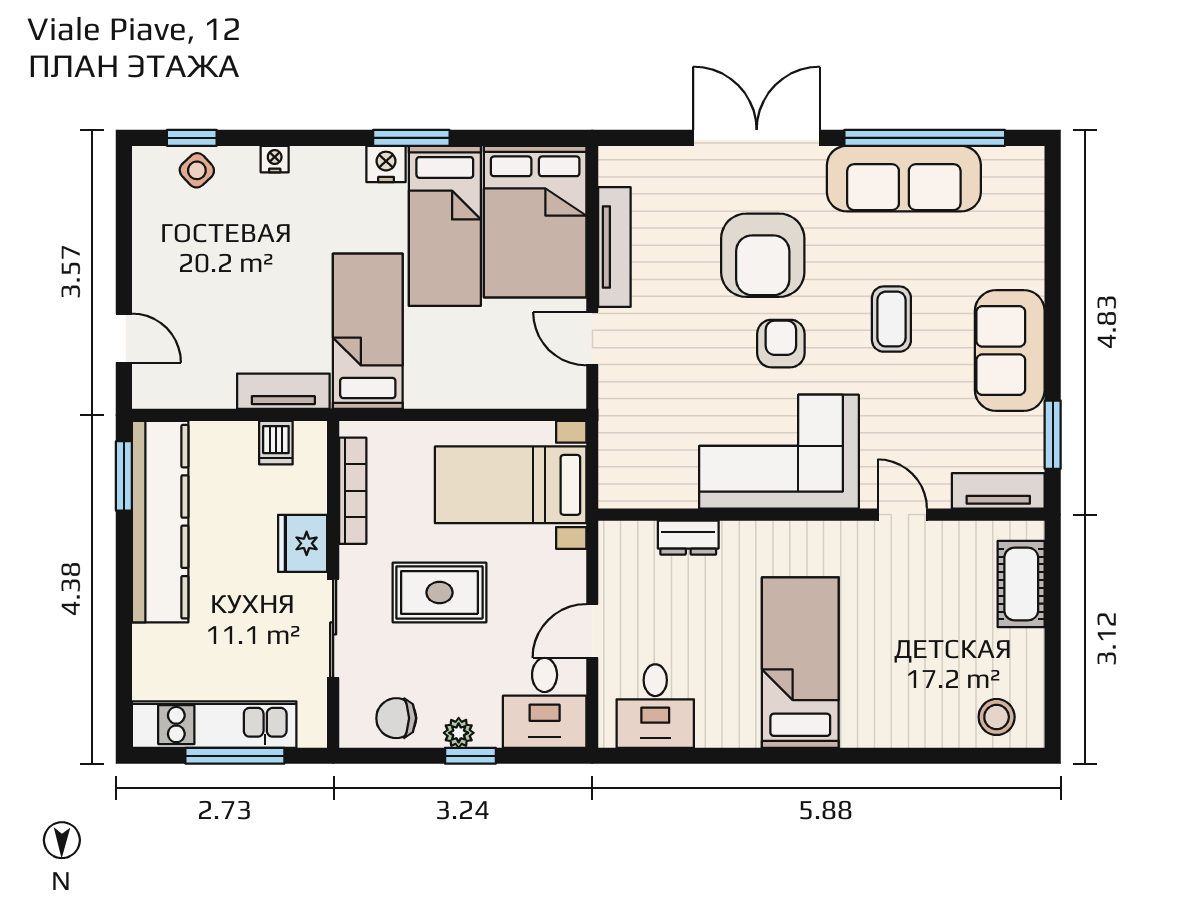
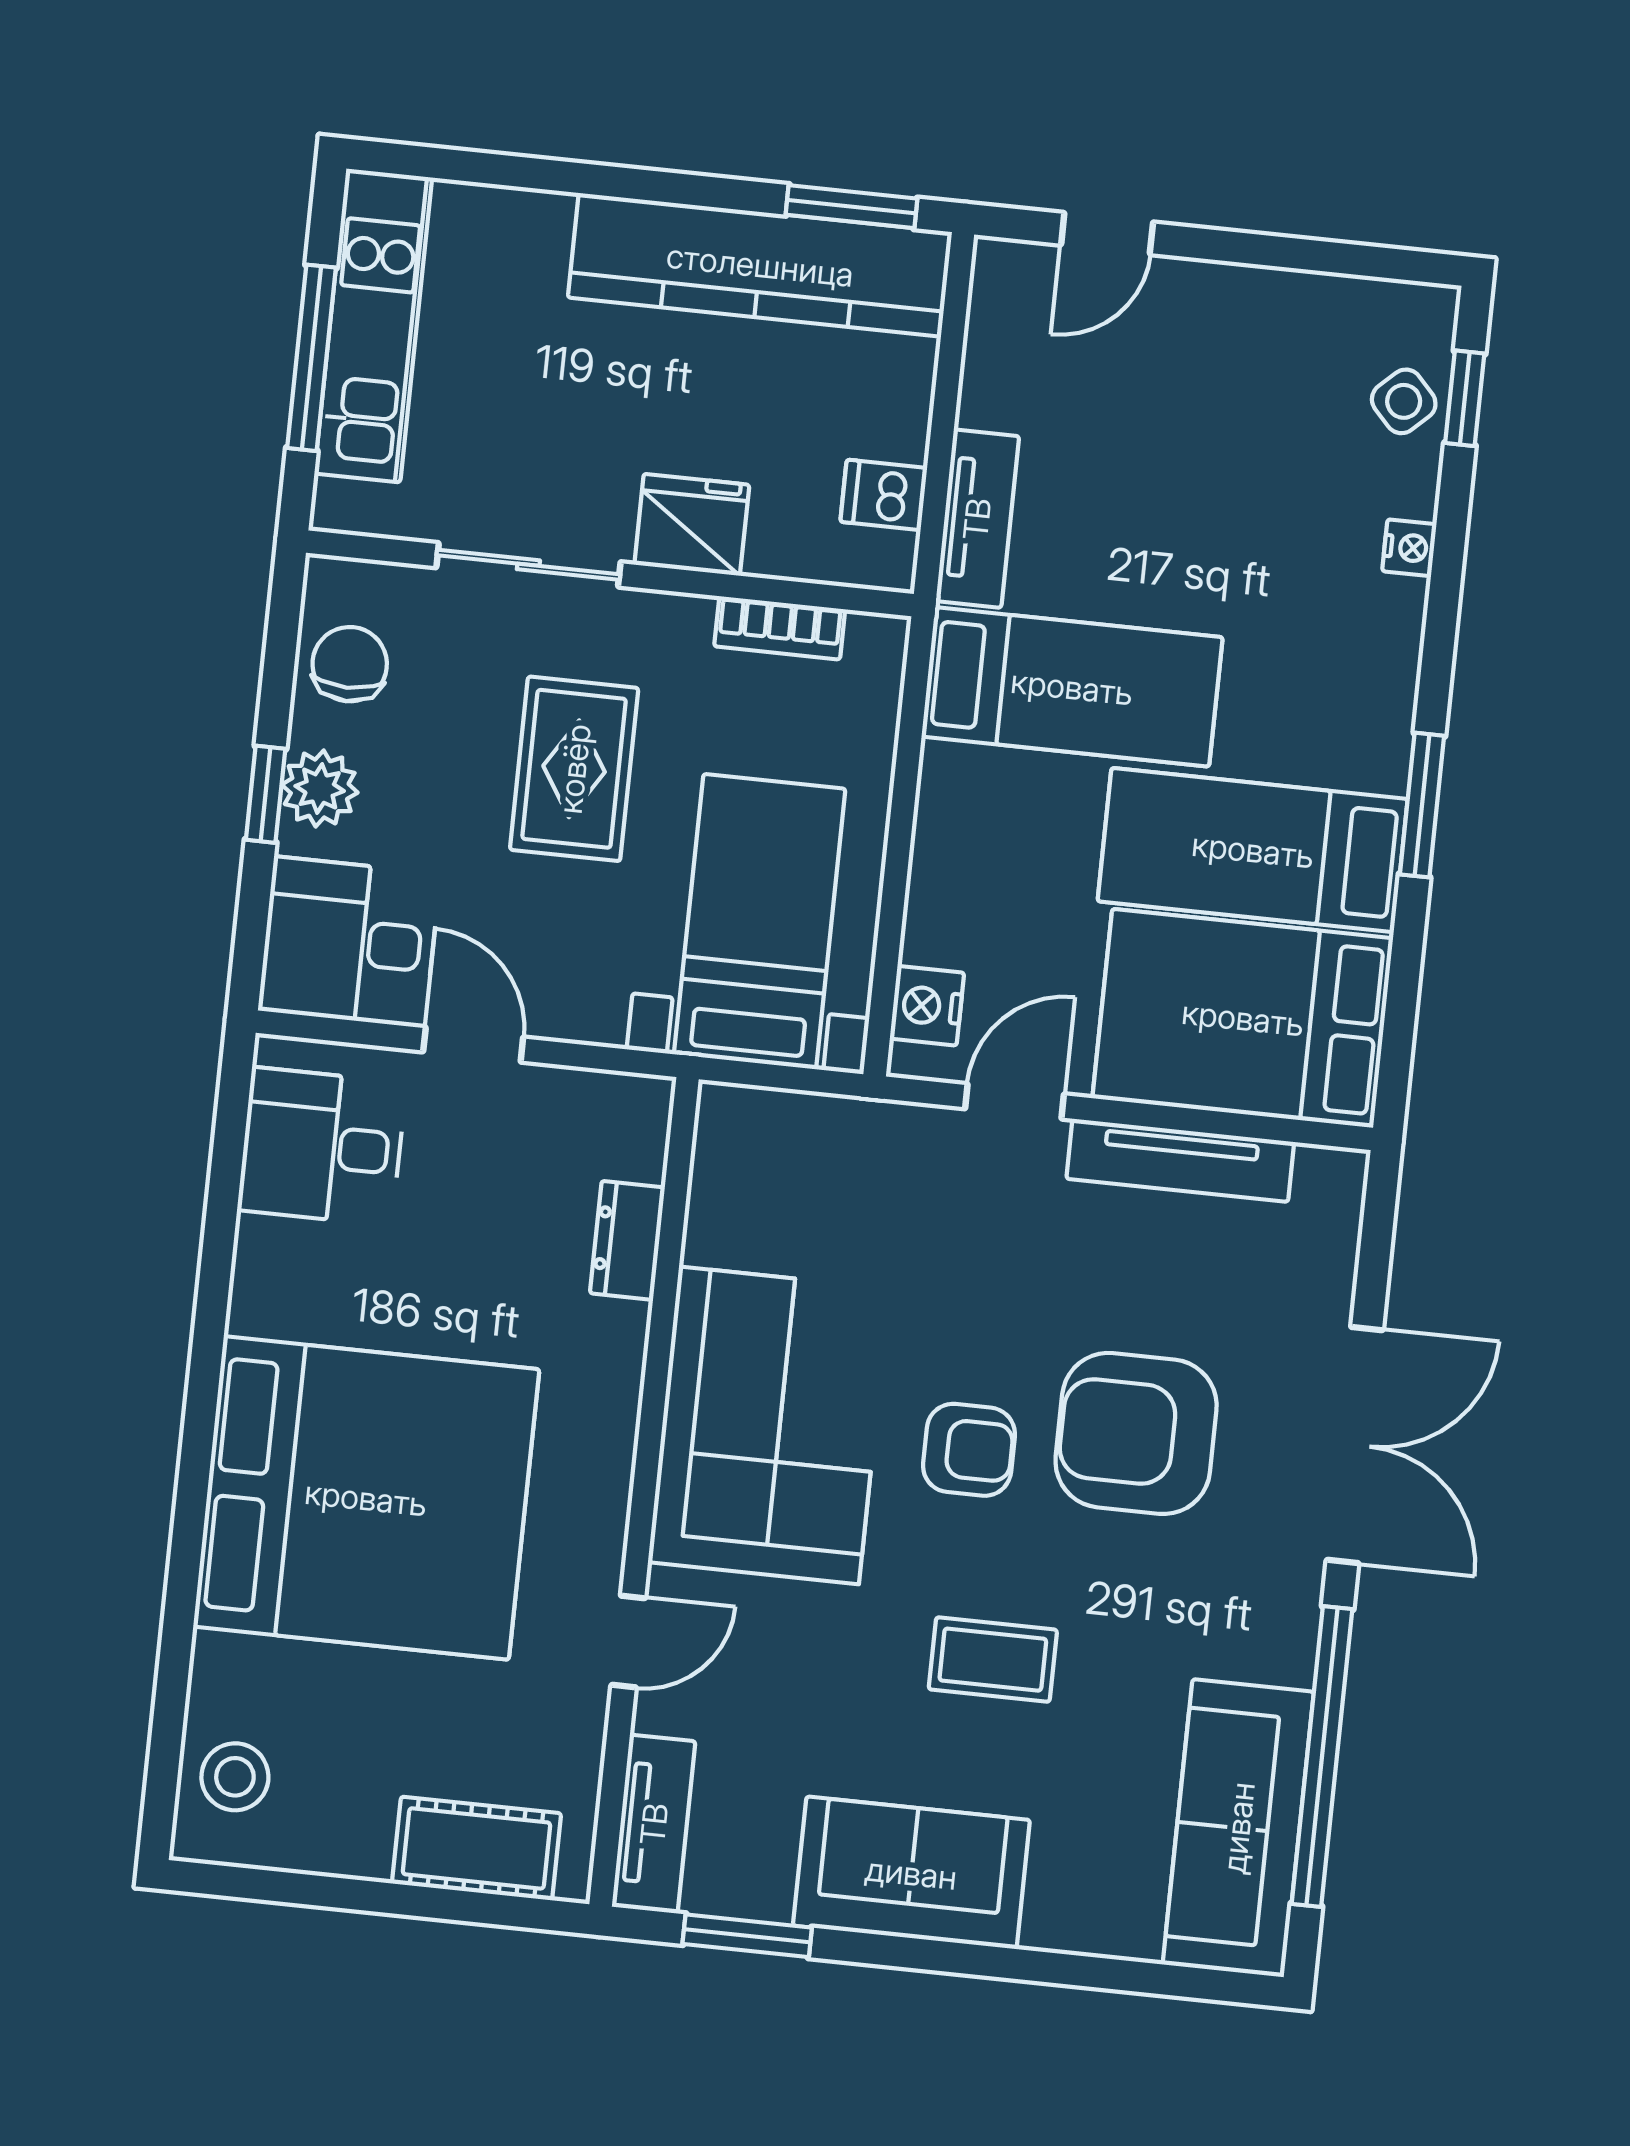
nightstand: (386, 164) -> (927, 1006), moved, turned 180
sofa: (904, 179) -> (1238, 1828), moved
bookcase: (353, 491) -> (780, 628), width x0.64
bed: (800, 663) -> (366, 1498), width x2.04
plant: (459, 733) -> (320, 789), width x1.38, depth x1.38

